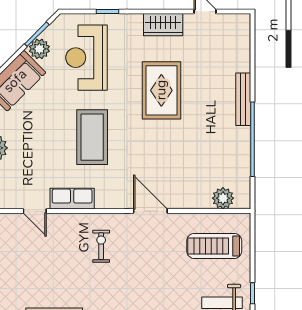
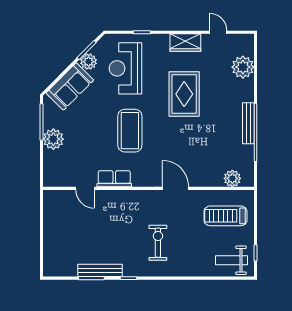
plant: (236, 56) -> (243, 67), added
bench: (243, 99) -> (248, 123), moved
exercise bike: (101, 246) -> (158, 243), moved, width x1.38, depth x1.39

